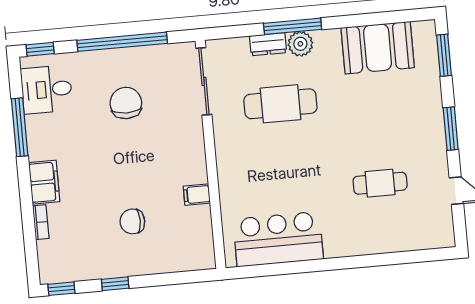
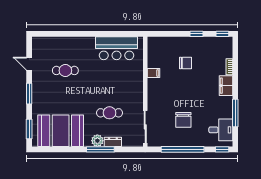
booth: (378, 48) -> (61, 131), width x1.36, depth x1.42
cafe table: (280, 104) -> (110, 113), width x0.73, depth x0.74

